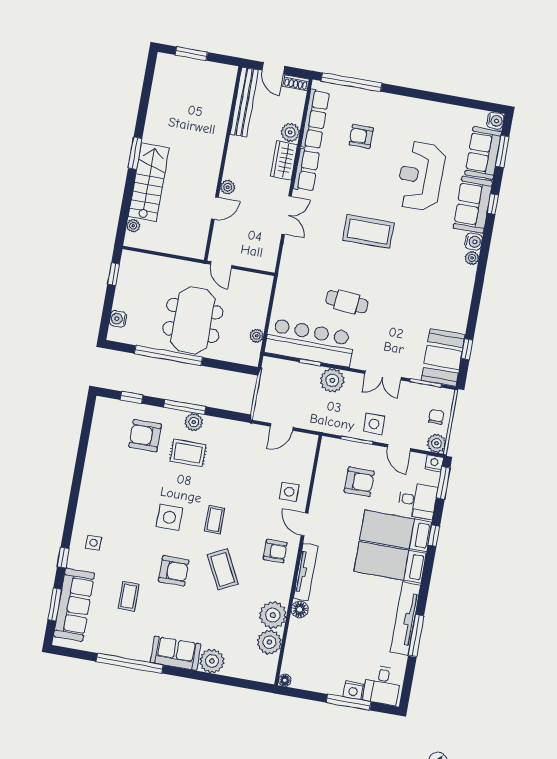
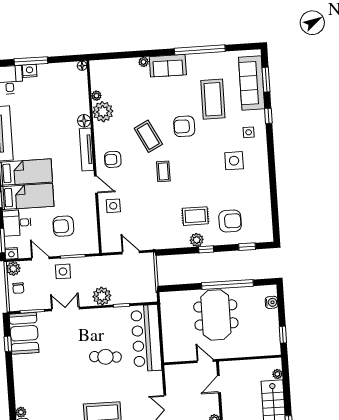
door: (215, 208) -> (219, 384), moved
plant: (257, 336) -> (166, 315), removed
bar counter: (310, 343) -> (146, 338), moved, turned 90
window: (185, 407) -> (206, 249), width x0.46
door: (282, 427) -> (131, 252), hinge flipped
side table: (169, 517) -> (234, 161), moved
coffee table: (129, 596) -> (213, 99), width x1.86, depth x1.72
plant: (269, 642) -> (96, 96), width x0.53, depth x0.53
plant: (212, 661) -> (144, 62), width x0.53, depth x0.53

